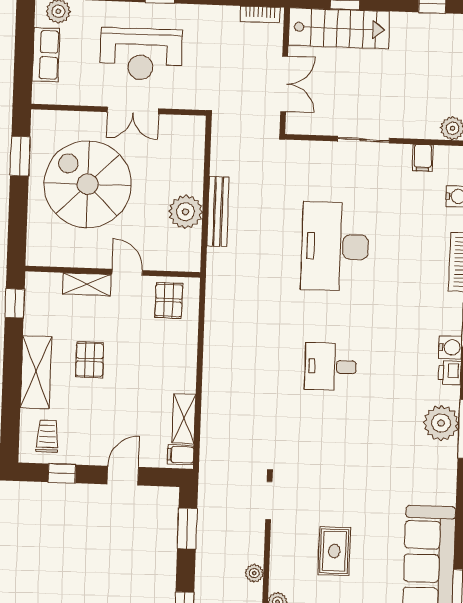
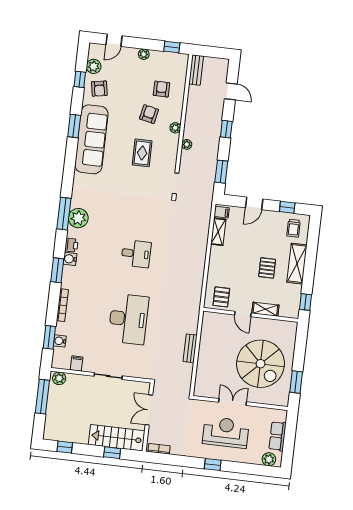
bench: (218, 211) -> (190, 348), width x0.73
plant: (186, 212) -> (208, 344), removed

